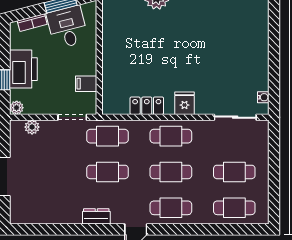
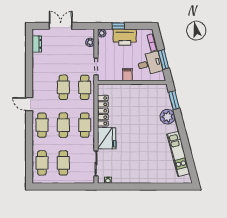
filing cabinet: (86, 84) -> (127, 75), moved
fridge: (184, 103) -> (107, 138), width x1.88, depth x1.34
locker: (147, 106) -> (103, 111), width x1.53
dresser: (96, 216) -> (37, 44), moved

